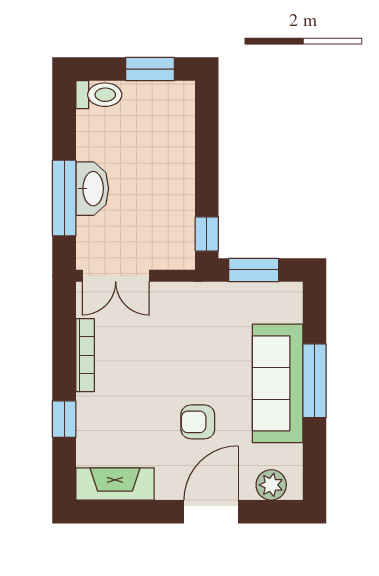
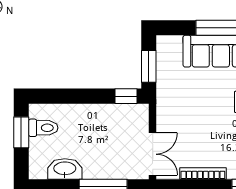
toilet: (99, 95) -> (43, 128), moved, turned 90
washbasin: (92, 189) -> (65, 169), moved

